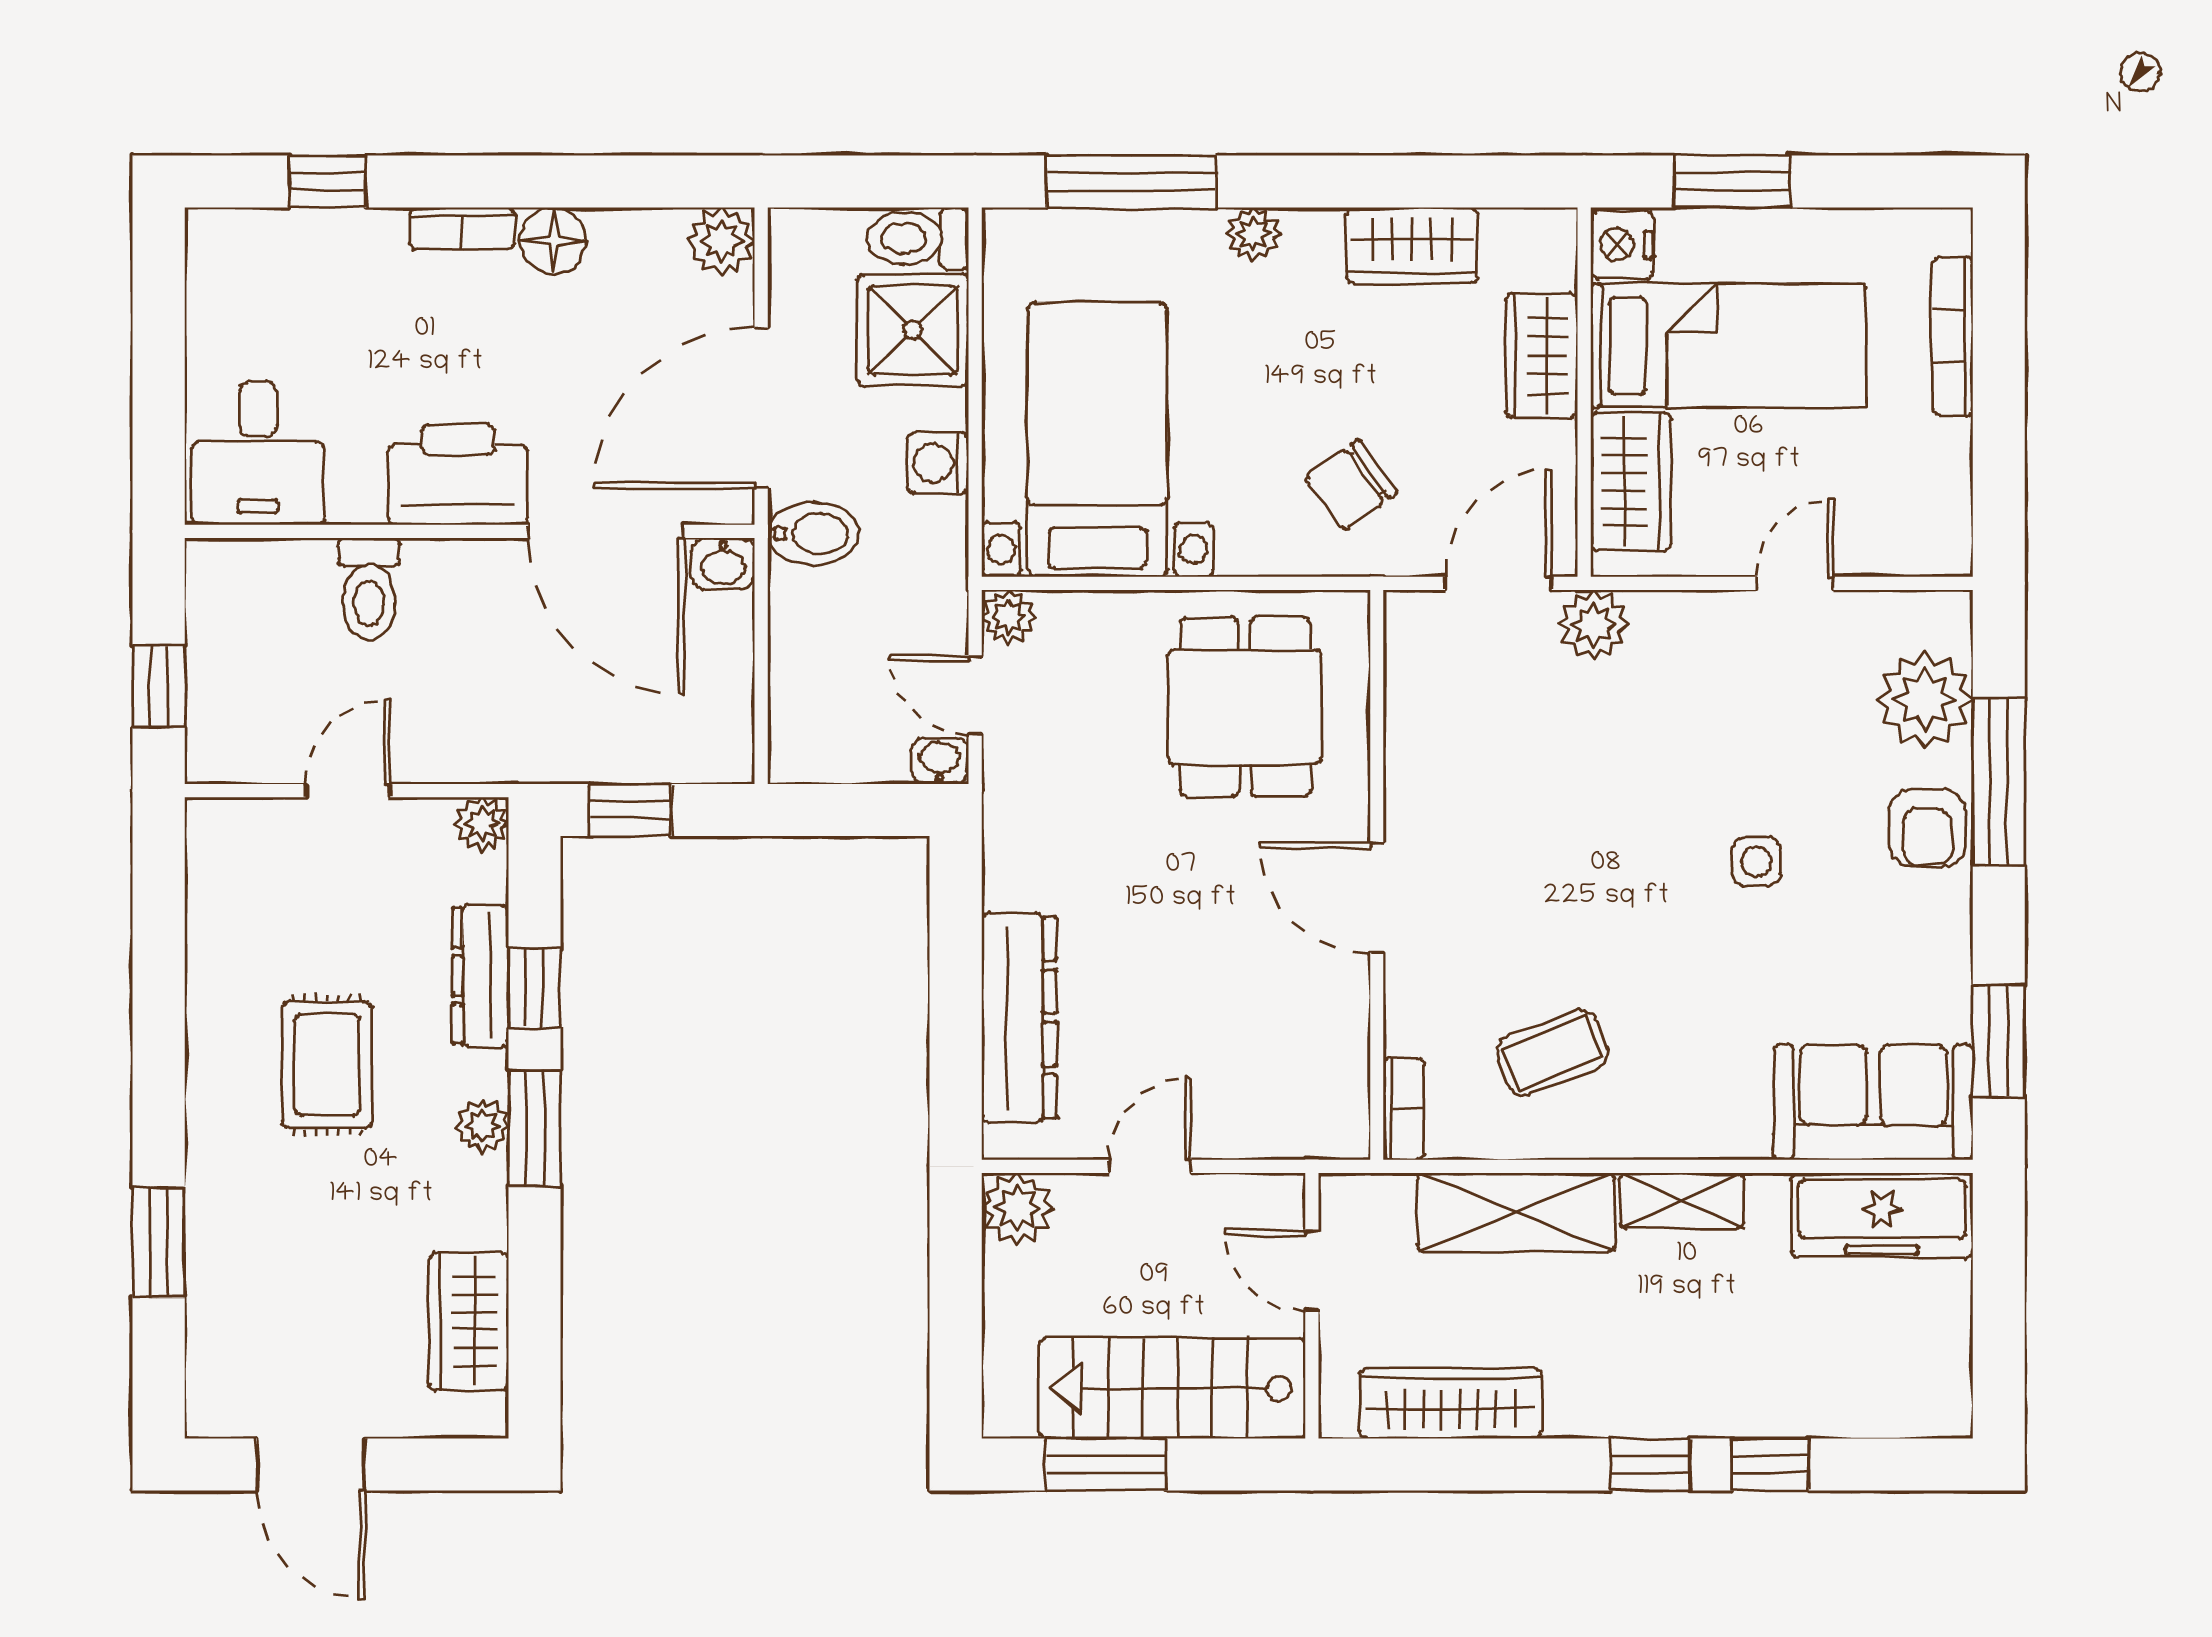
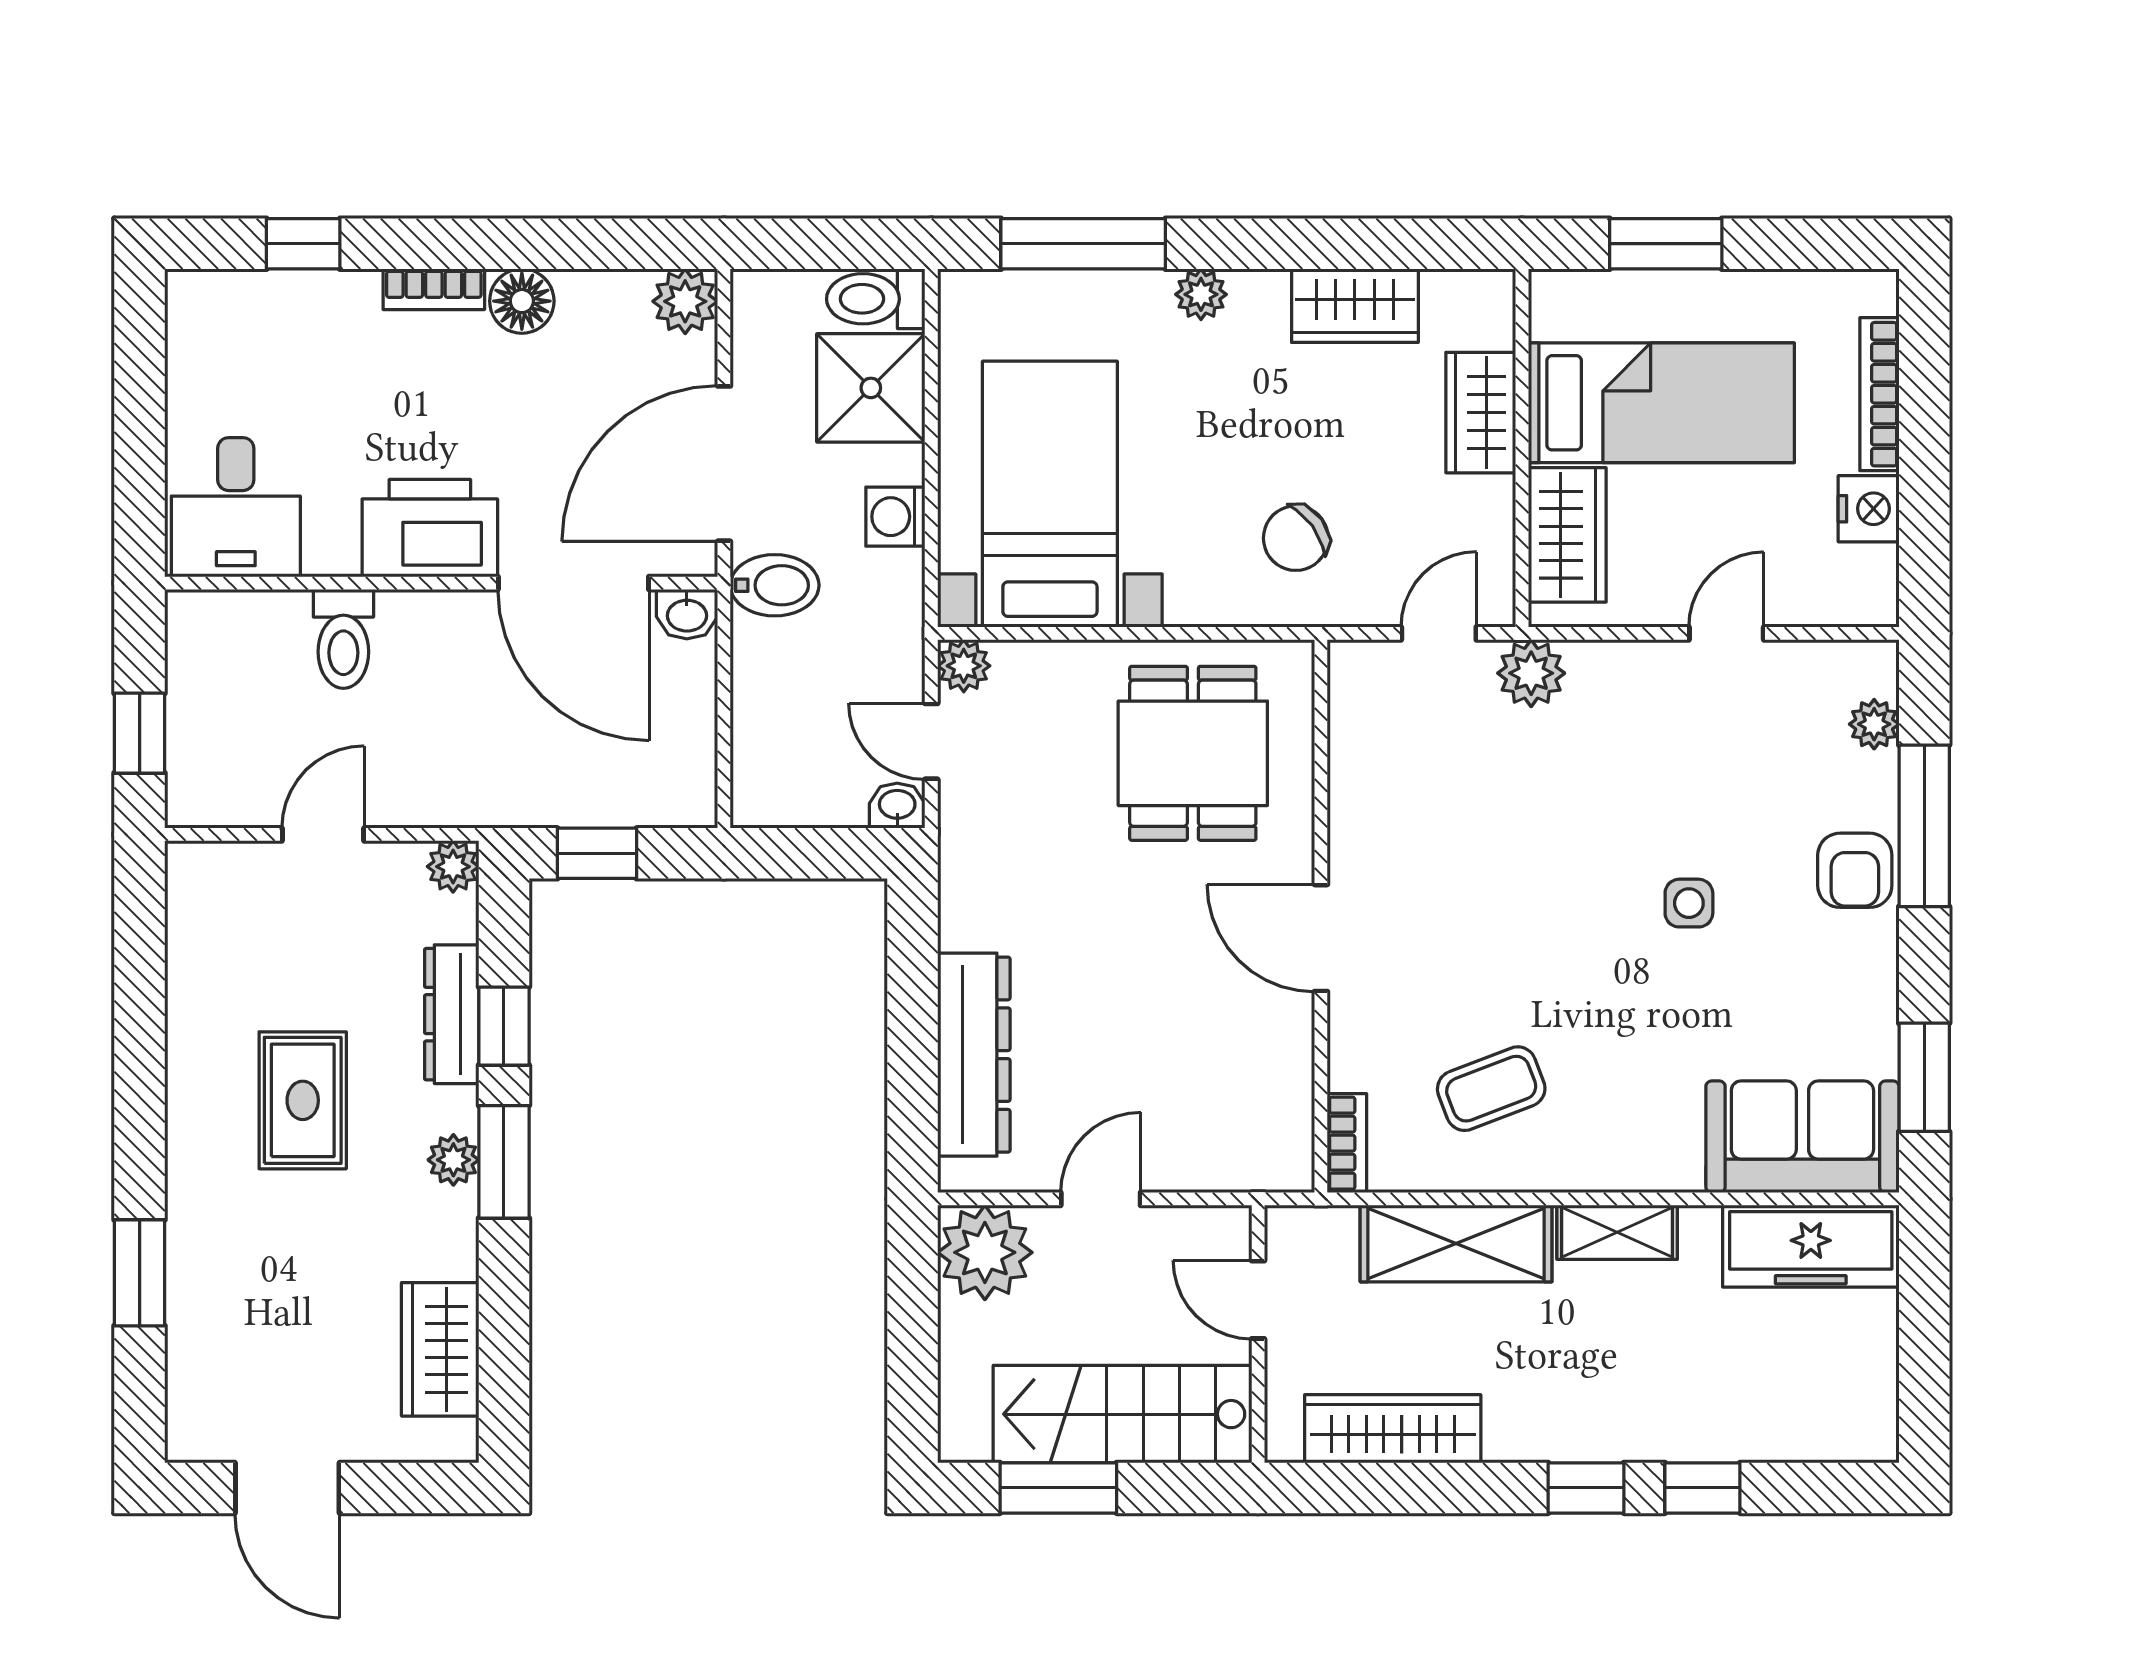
nightstand: (1622, 245) -> (1869, 509), moved, turned 180
door: (1498, 583) -> (1439, 633), width x0.73
plant: (1925, 699) -> (1874, 724), width x0.53, depth x0.53
plant: (1017, 1209) -> (985, 1252), width x1.36, depth x1.36

